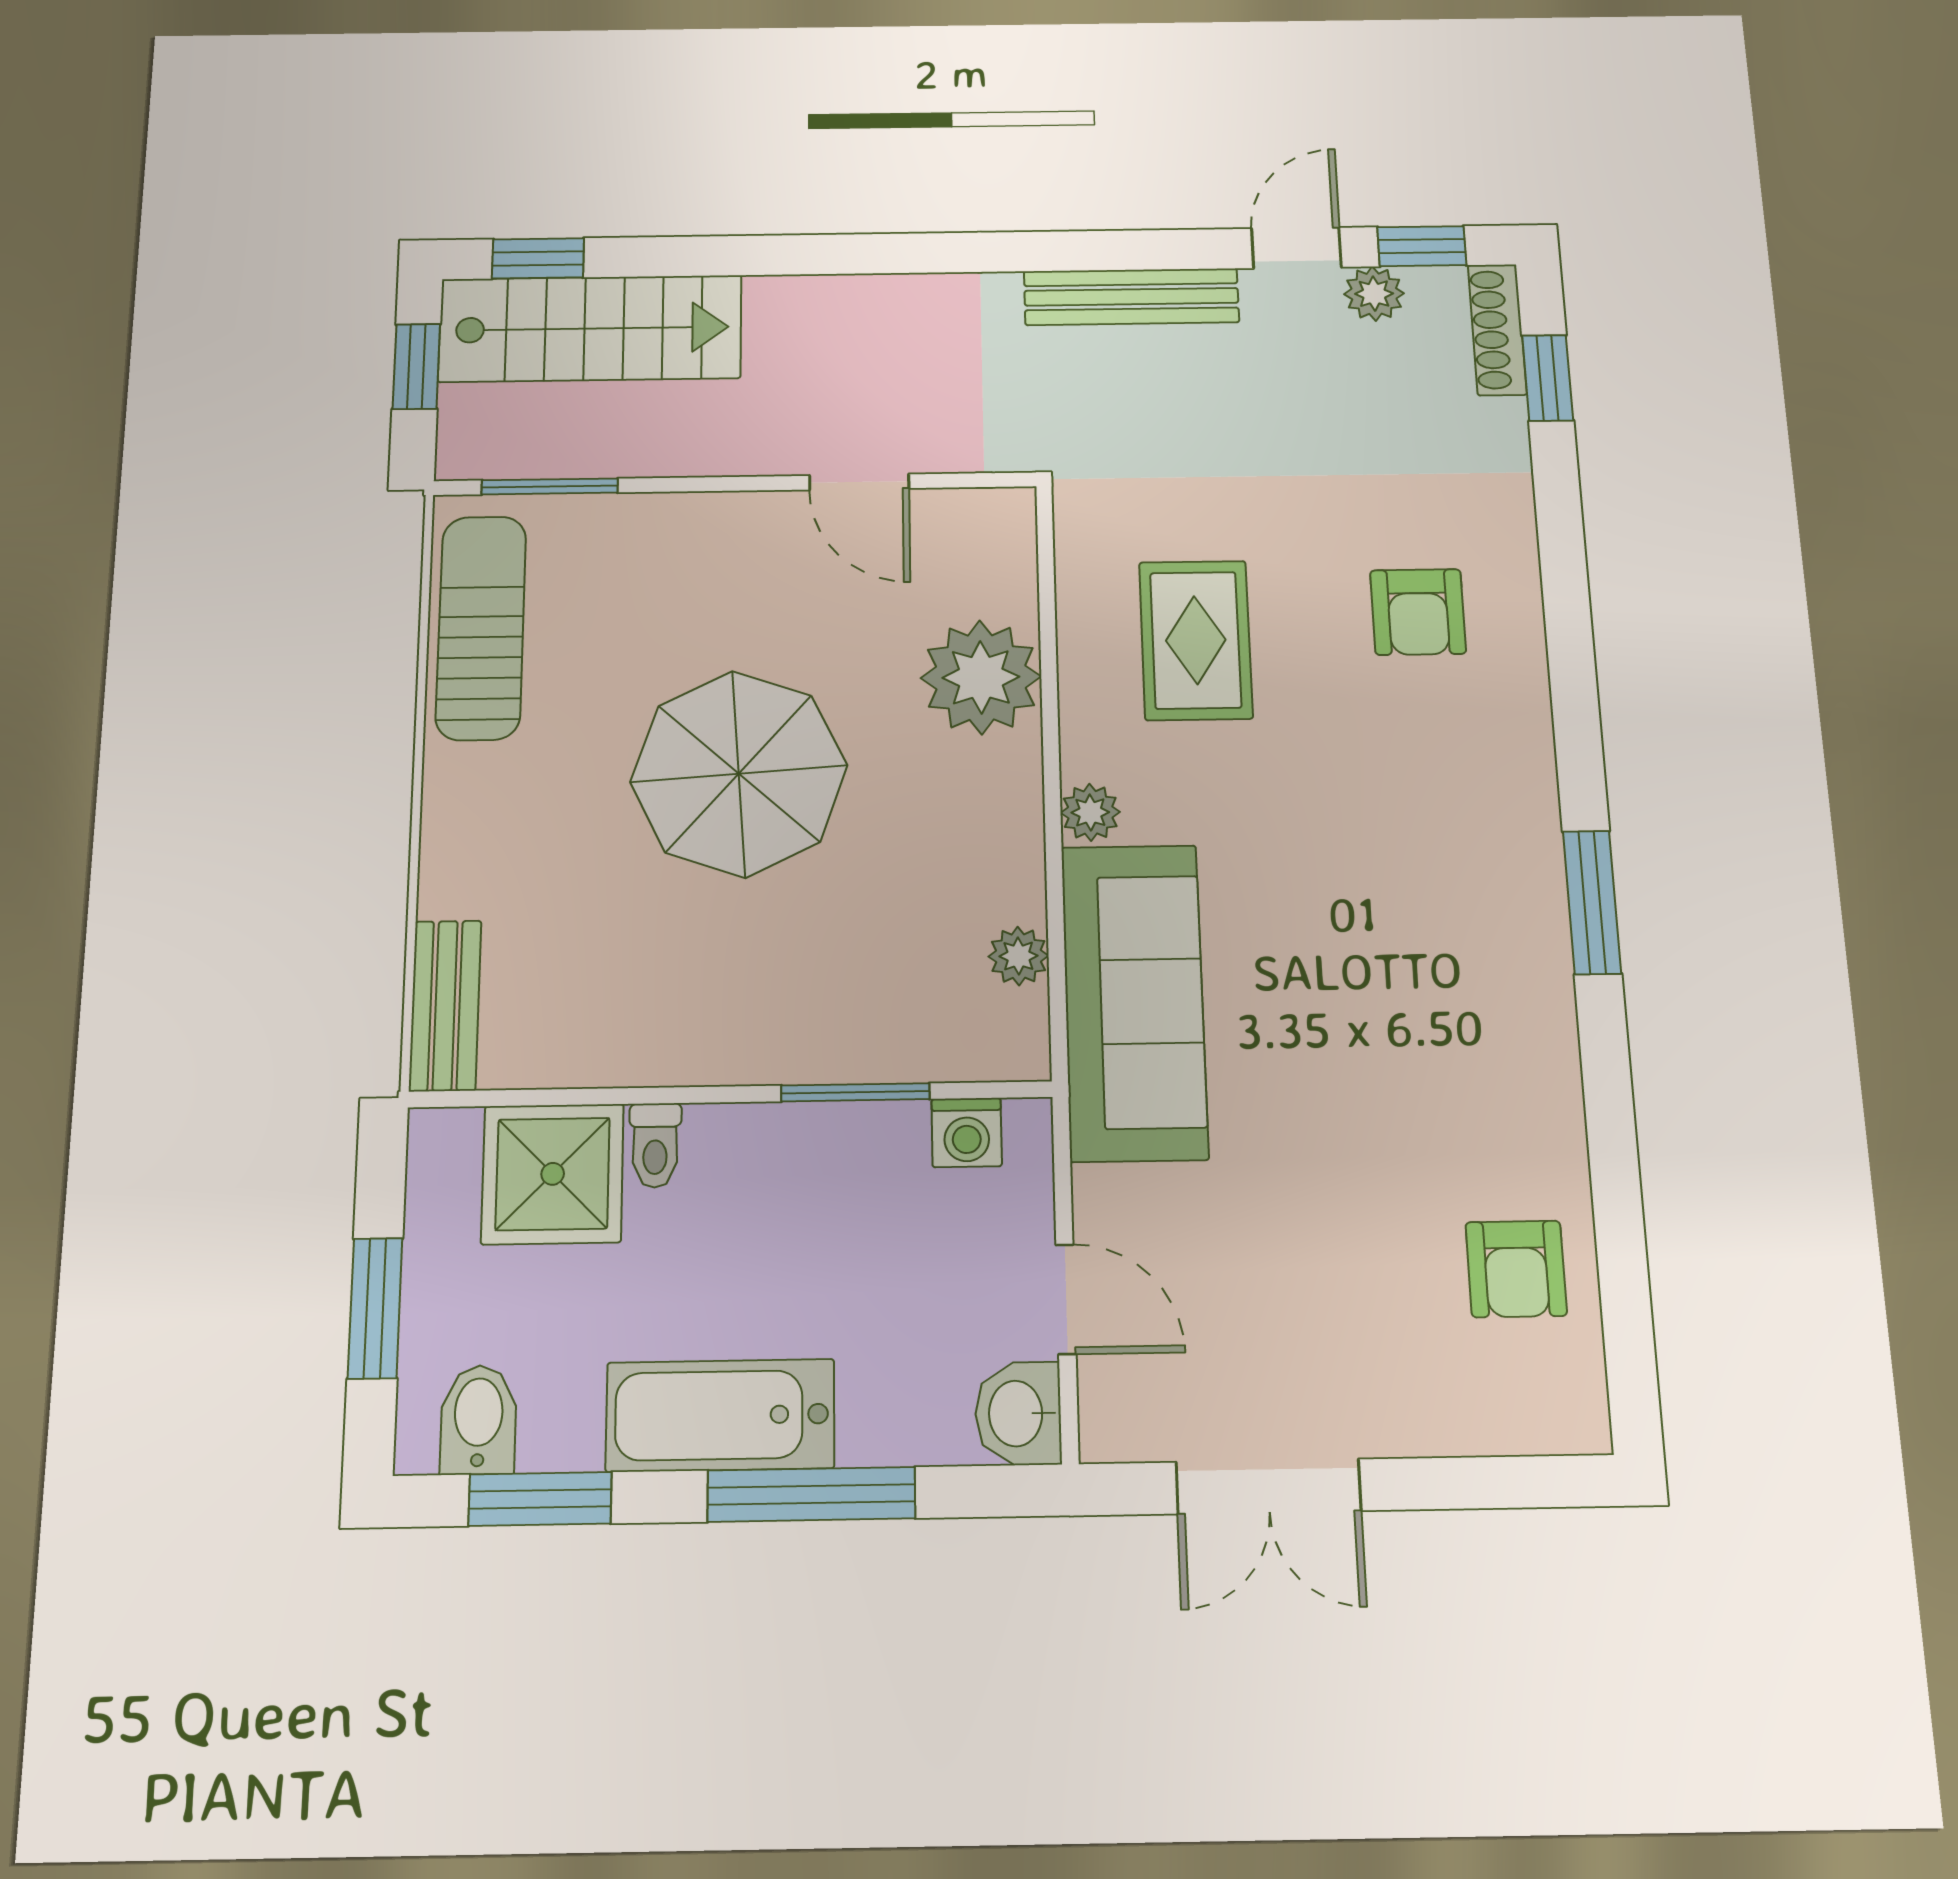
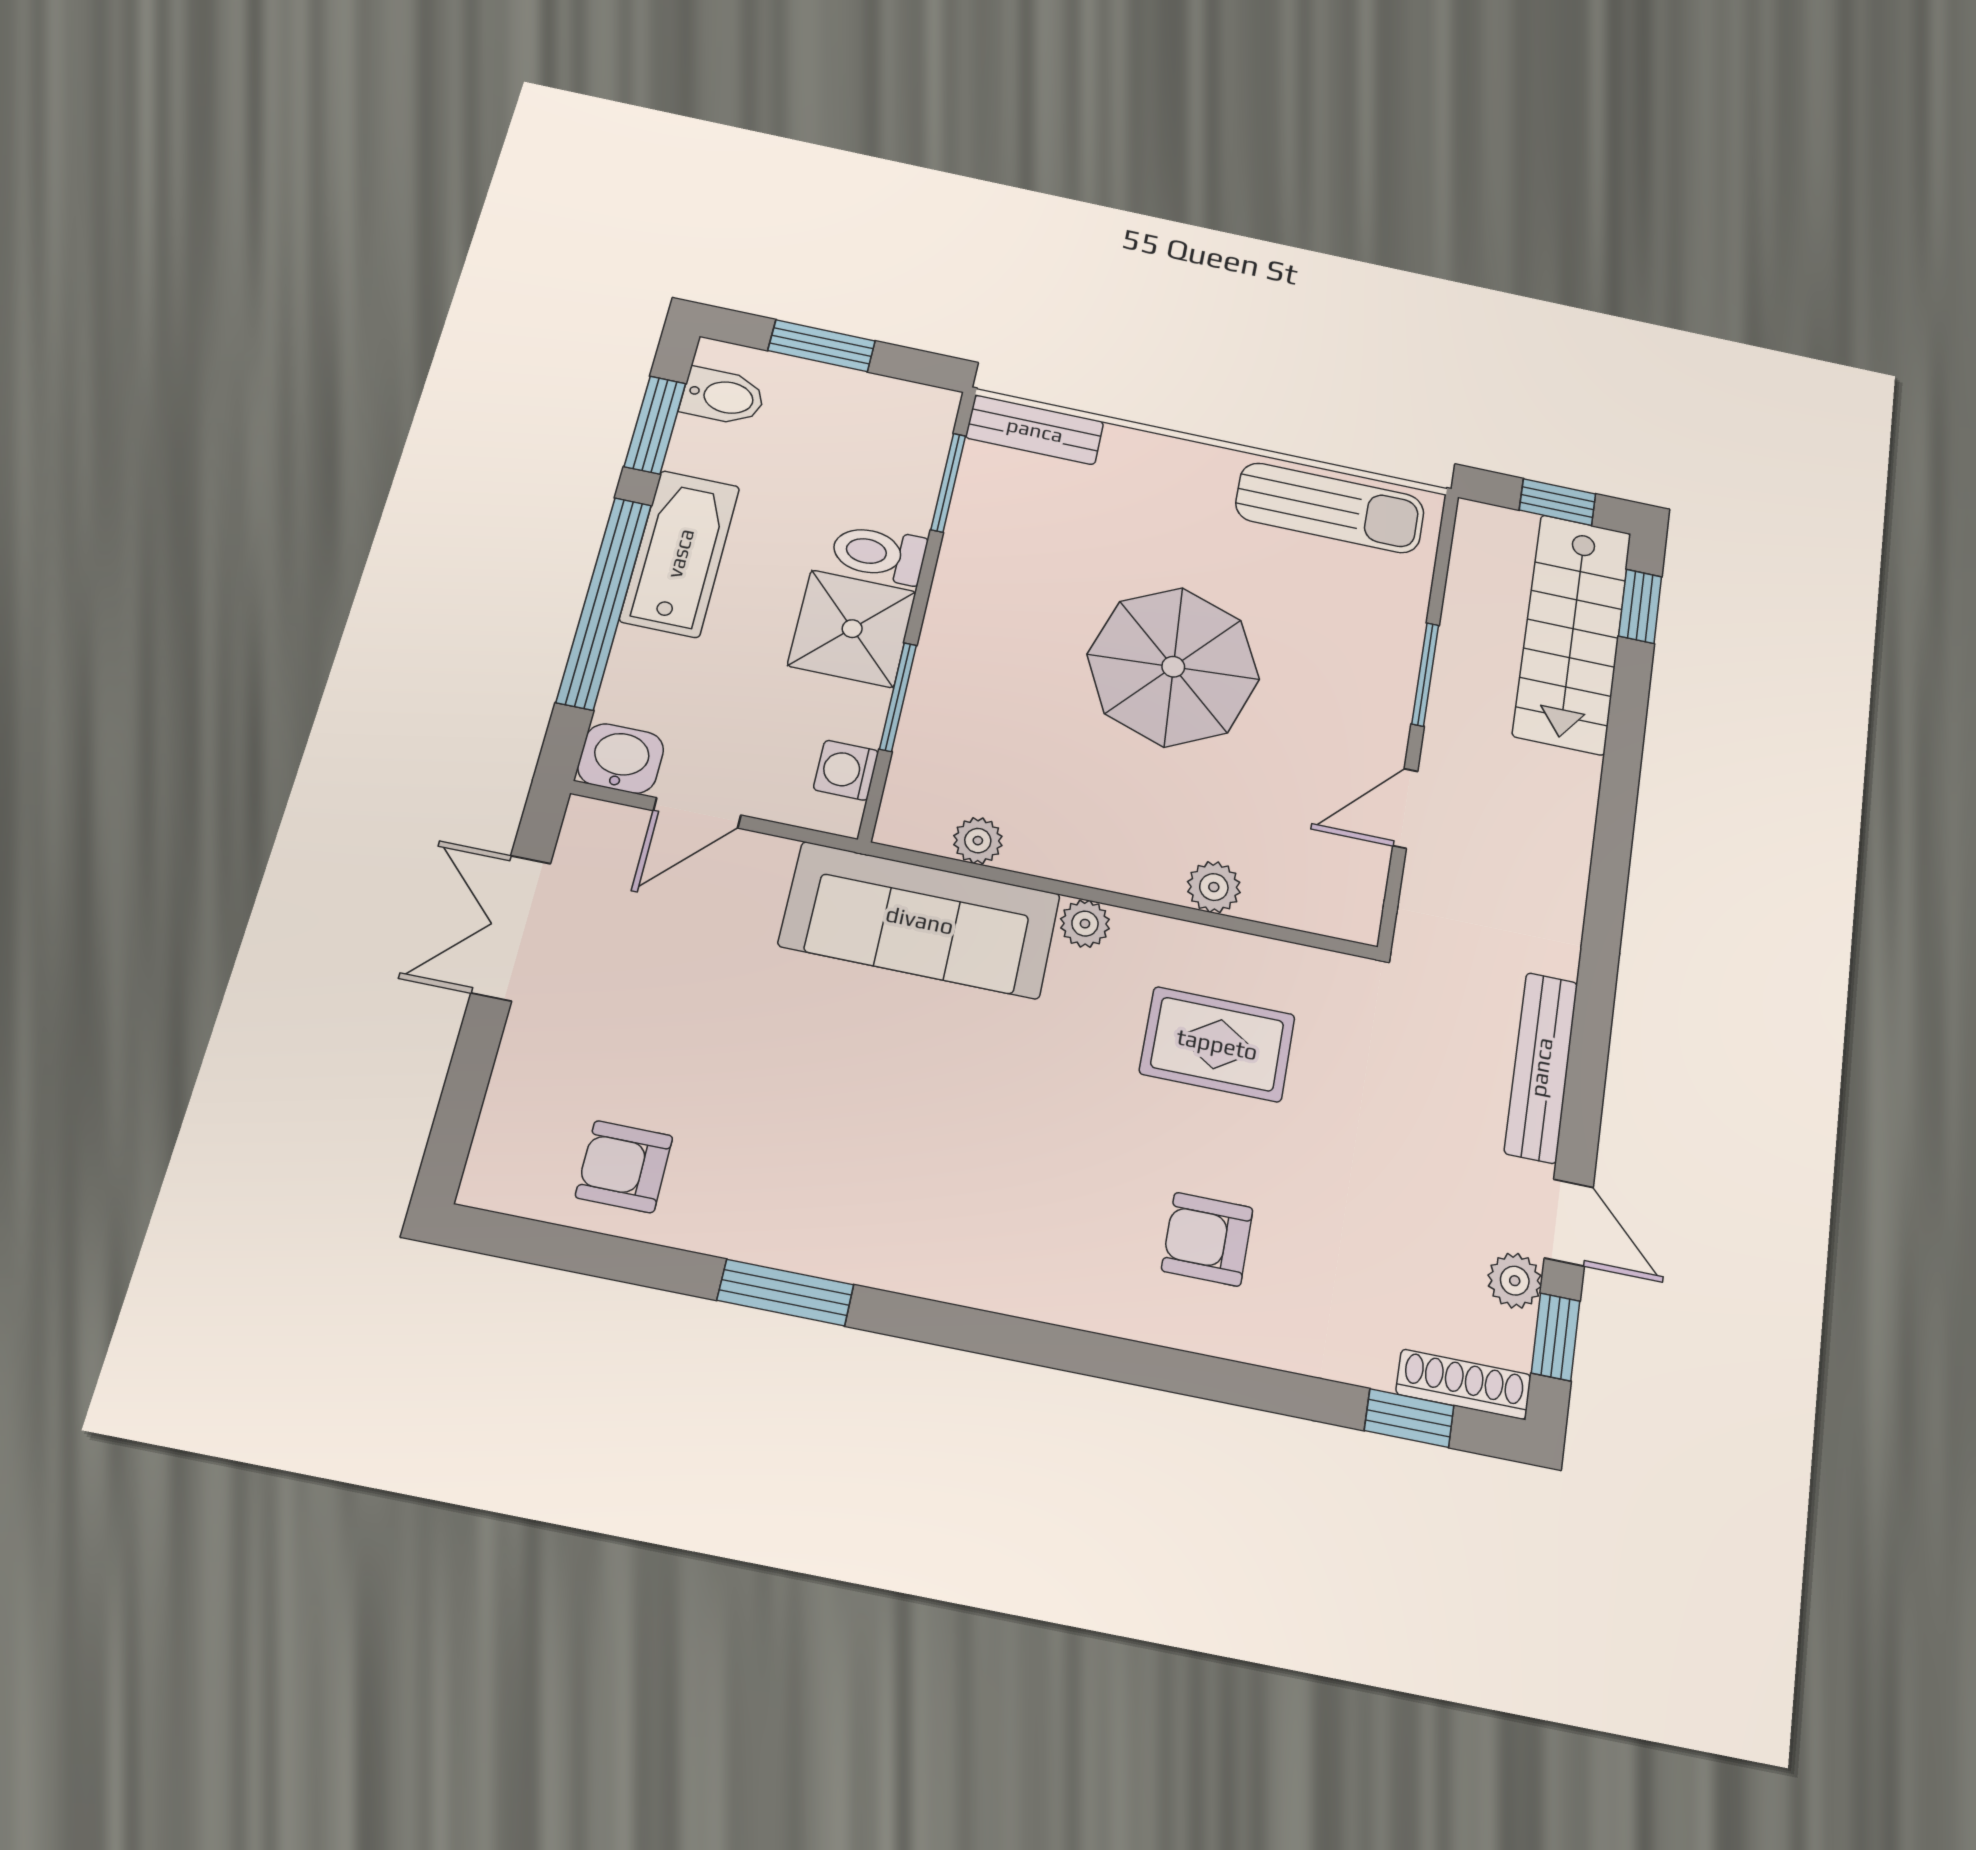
window: (550, 486) -> (1425, 674), moved
plant: (981, 677) -> (1214, 887), width x0.53, depth x0.53
window: (1592, 902) -> (786, 1293), moved
window: (545, 1097) -> (948, 483), added
toilet: (655, 1145) -> (879, 554), width x1.37, depth x1.39
shower: (553, 1174) -> (852, 629), moved
window: (811, 1494) -> (604, 603), width x1.46

